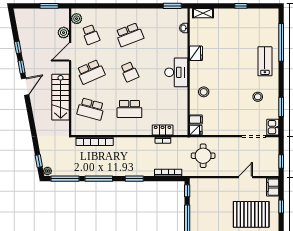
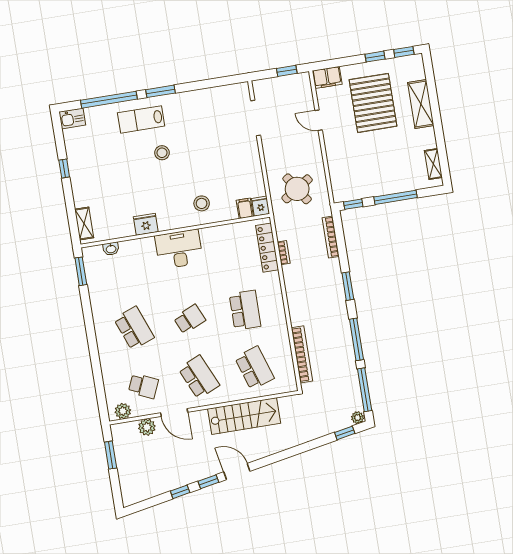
school desk: (91, 35) -> (143, 386), turned 45
stool: (258, 97) -> (162, 153), moved
window: (281, 107) -> (161, 91), moved
school desk: (91, 109) -> (254, 368), turned -33
kitchen sink: (273, 127) -> (72, 118), moved
locker: (163, 130) -> (267, 248), width x1.53
round table: (203, 156) -> (297, 189), turned -33
window: (281, 206) -> (375, 57), moved

